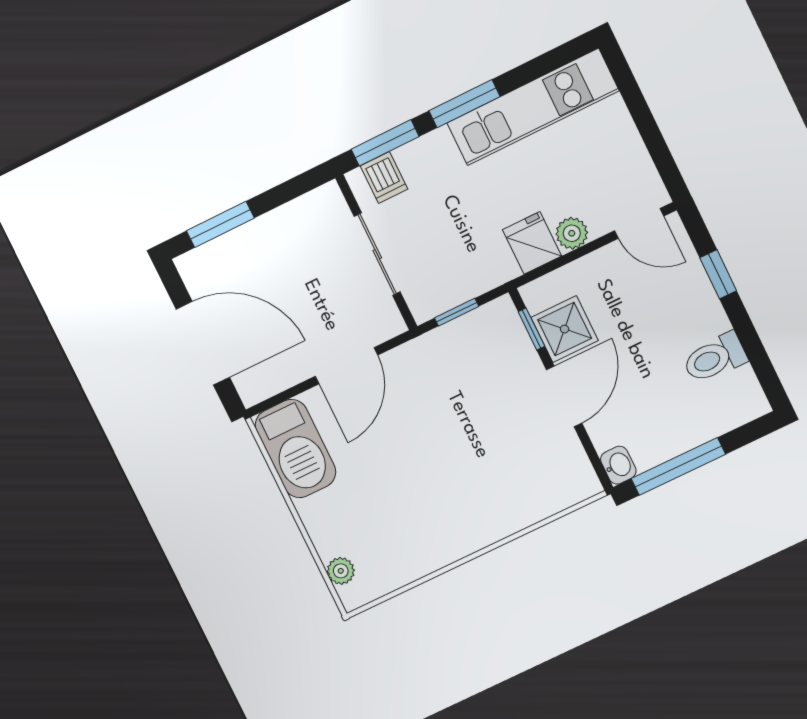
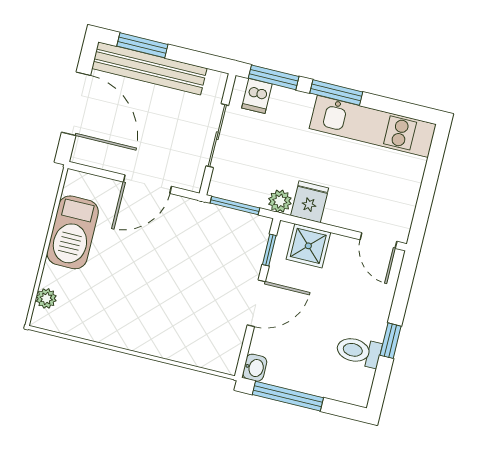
plant: (572, 233) -> (280, 201), moved
bench: (248, 243) -> (149, 68), added
window: (718, 274) -> (391, 341), moved
window: (457, 312) -> (235, 206), width x1.50
shower: (565, 329) -> (308, 246), moved
barbecue: (295, 449) -> (73, 232), moved

